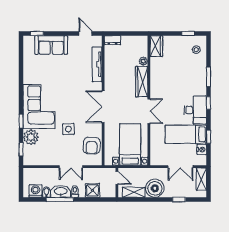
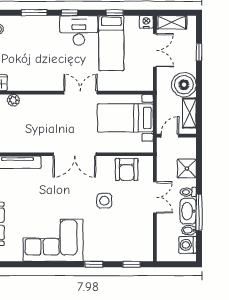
wardrobe: (142, 82) -> (41, 102), removed
corner sofa: (39, 106) -> (53, 240), moved
plant: (31, 137) -> (115, 251), removed
armchair: (92, 146) -> (127, 169), turned 88
nightstand: (202, 149) -> (146, 22), moved

